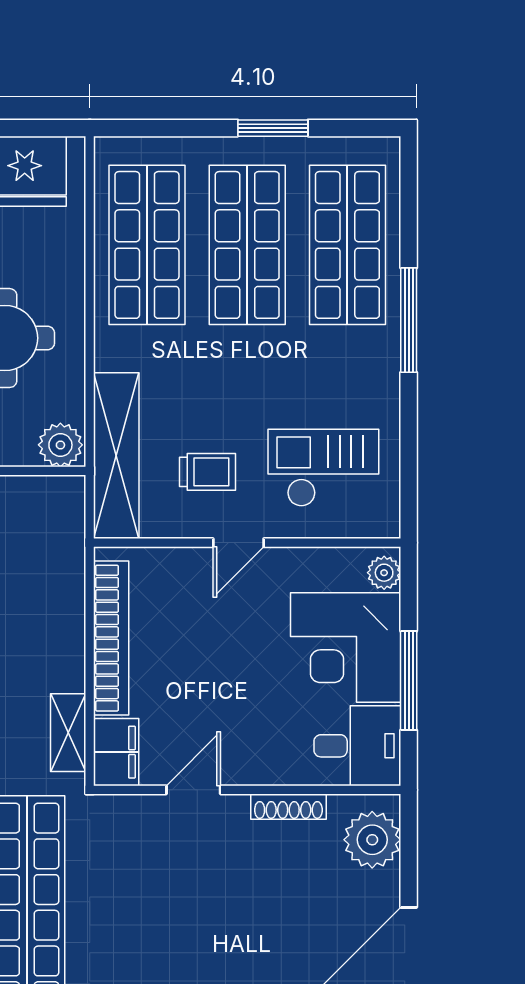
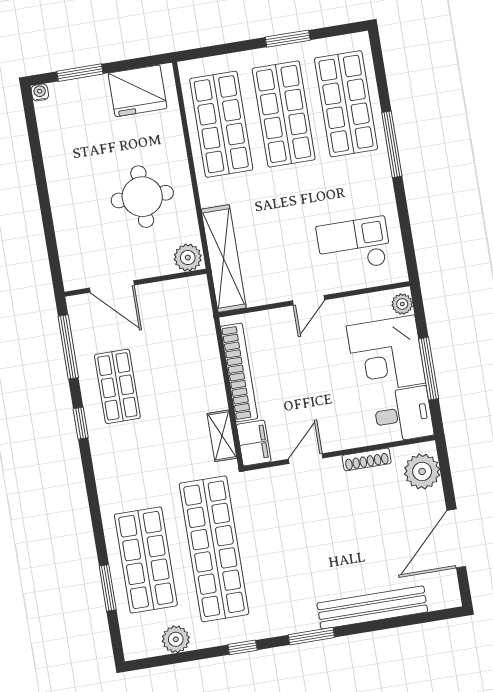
trolley: (208, 472) -> (282, 259), removed

